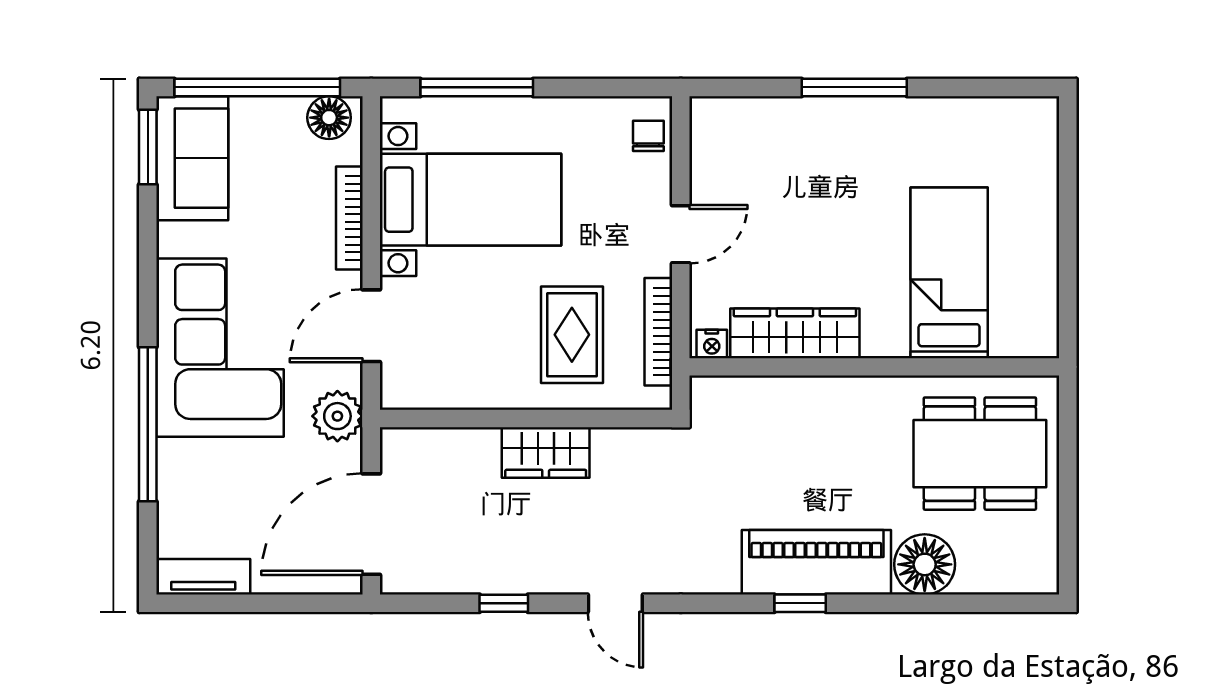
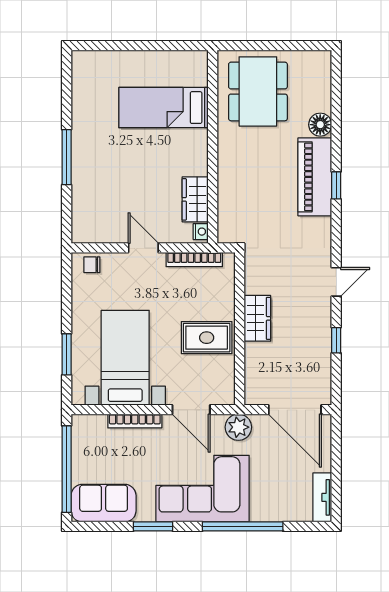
window: (477, 87) -> (67, 354), width x0.69
floor lamp: (329, 118) -> (82, 432), removed
window: (148, 147) -> (153, 526), moved
wardrobe: (795, 333) -> (195, 199), width x0.67
rug: (572, 335) -> (207, 338), moved
floor lamp: (925, 564) -> (320, 125), width x0.73, depth x0.73

